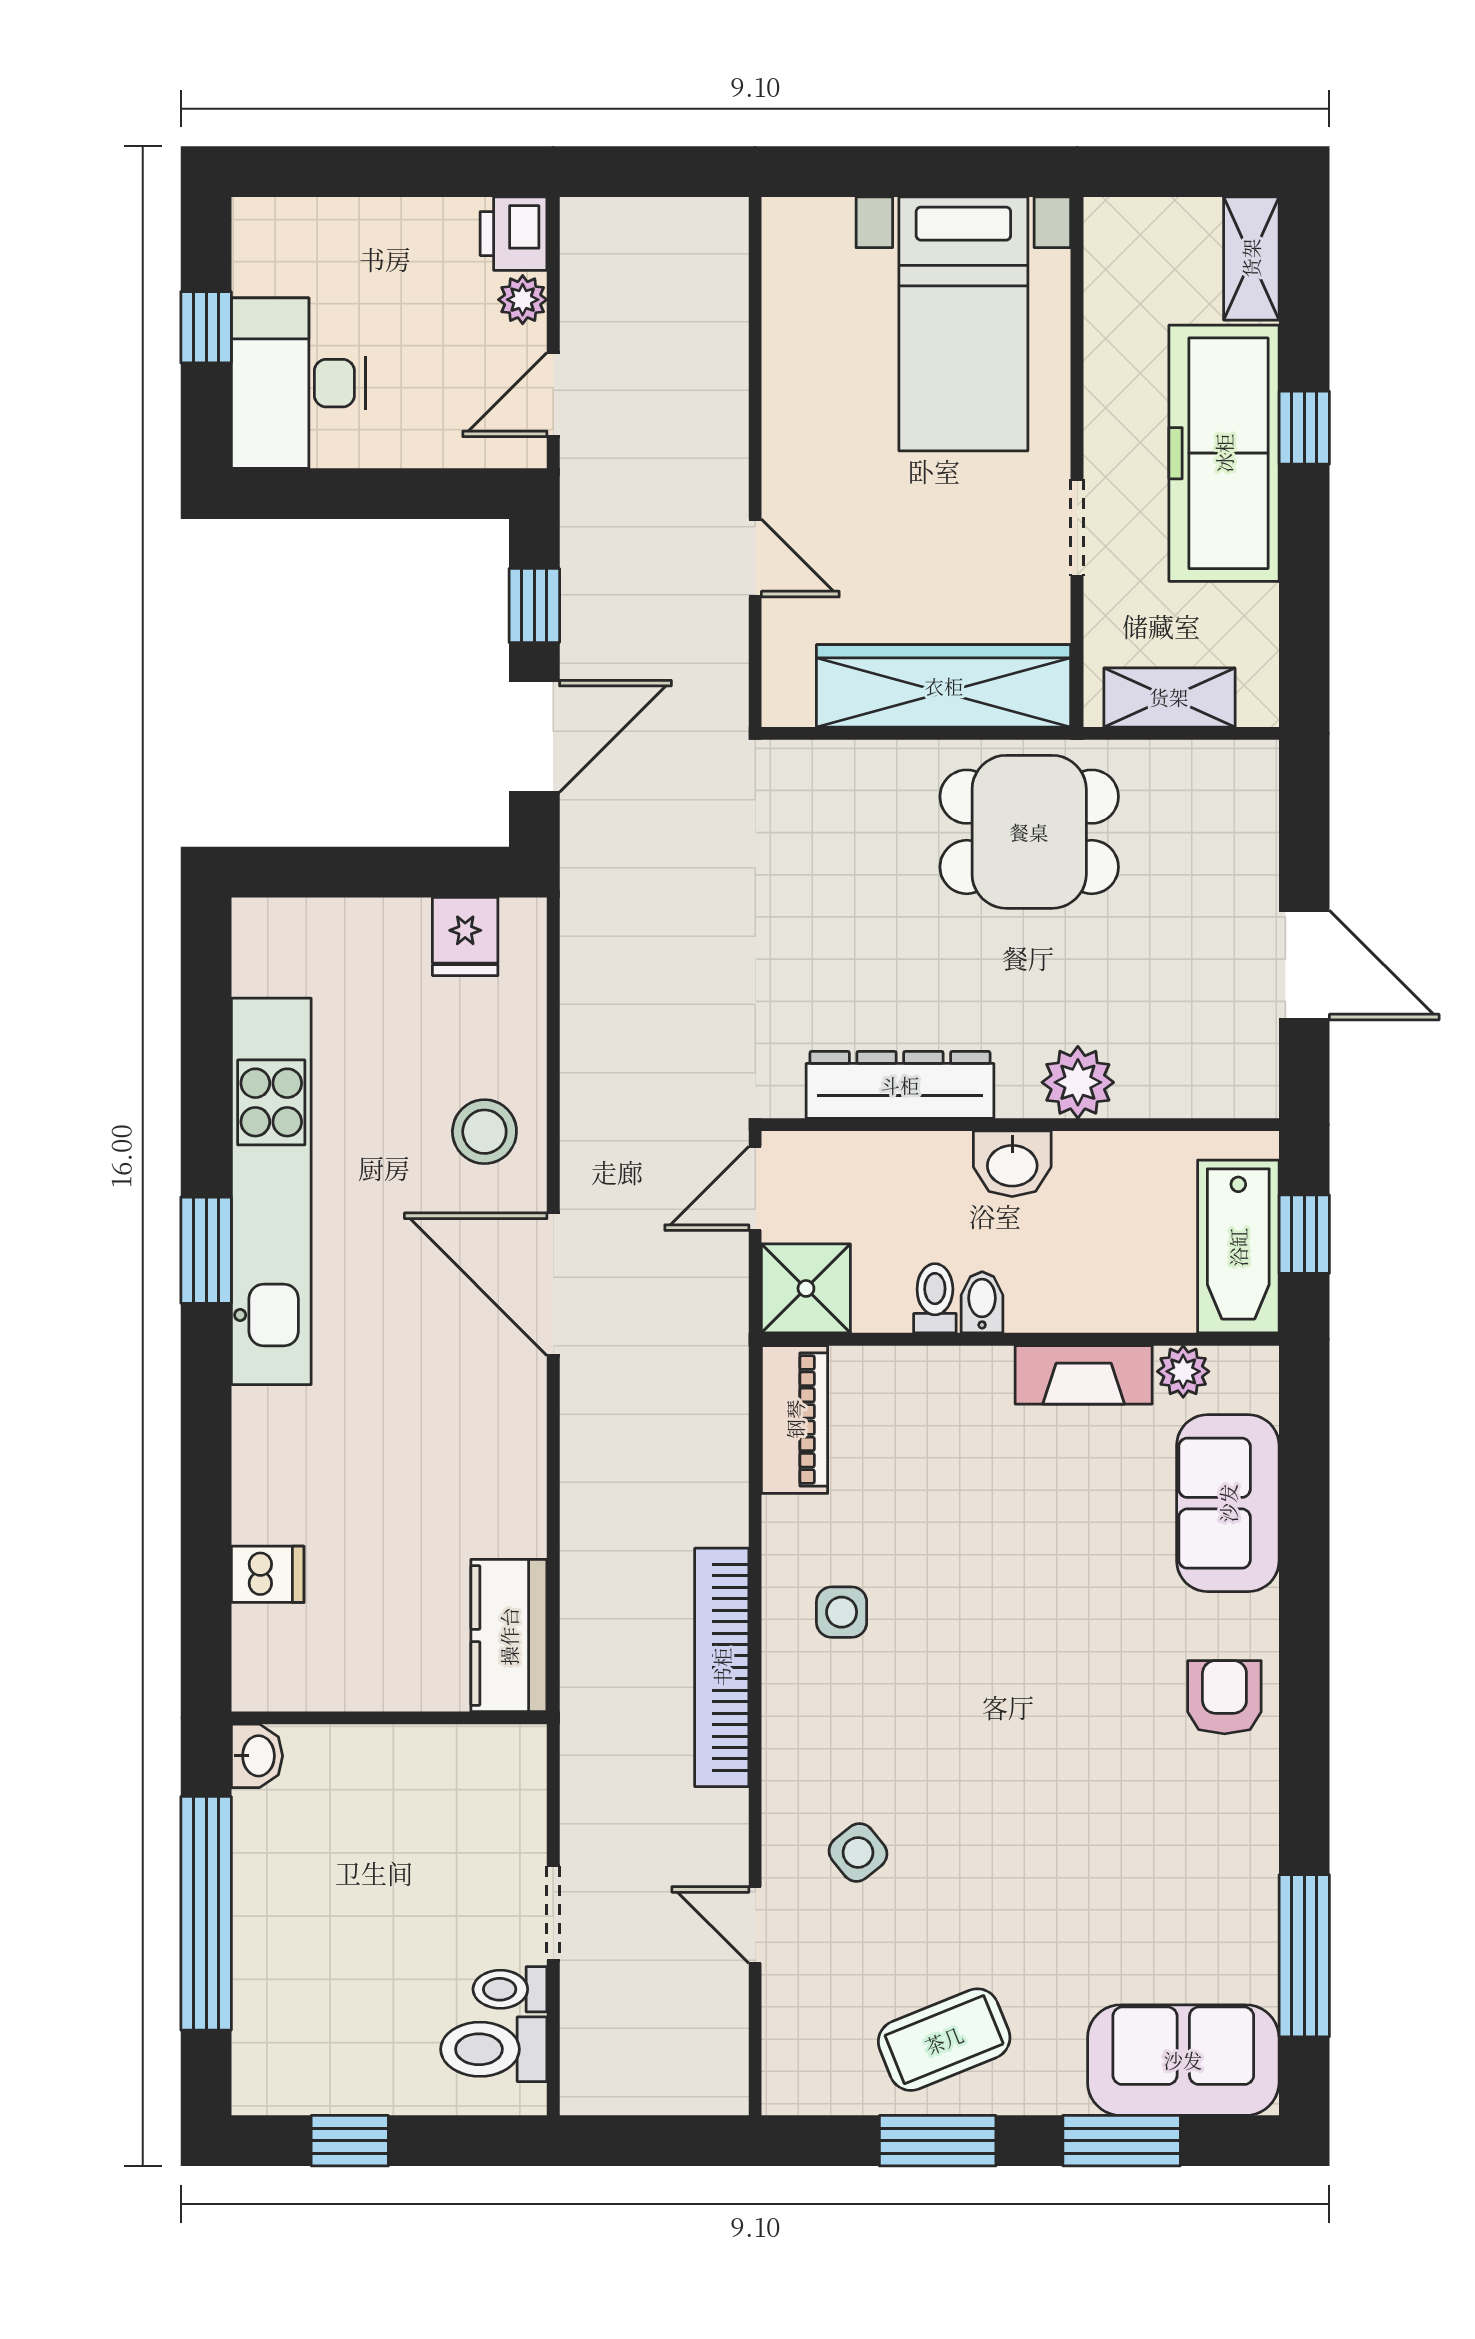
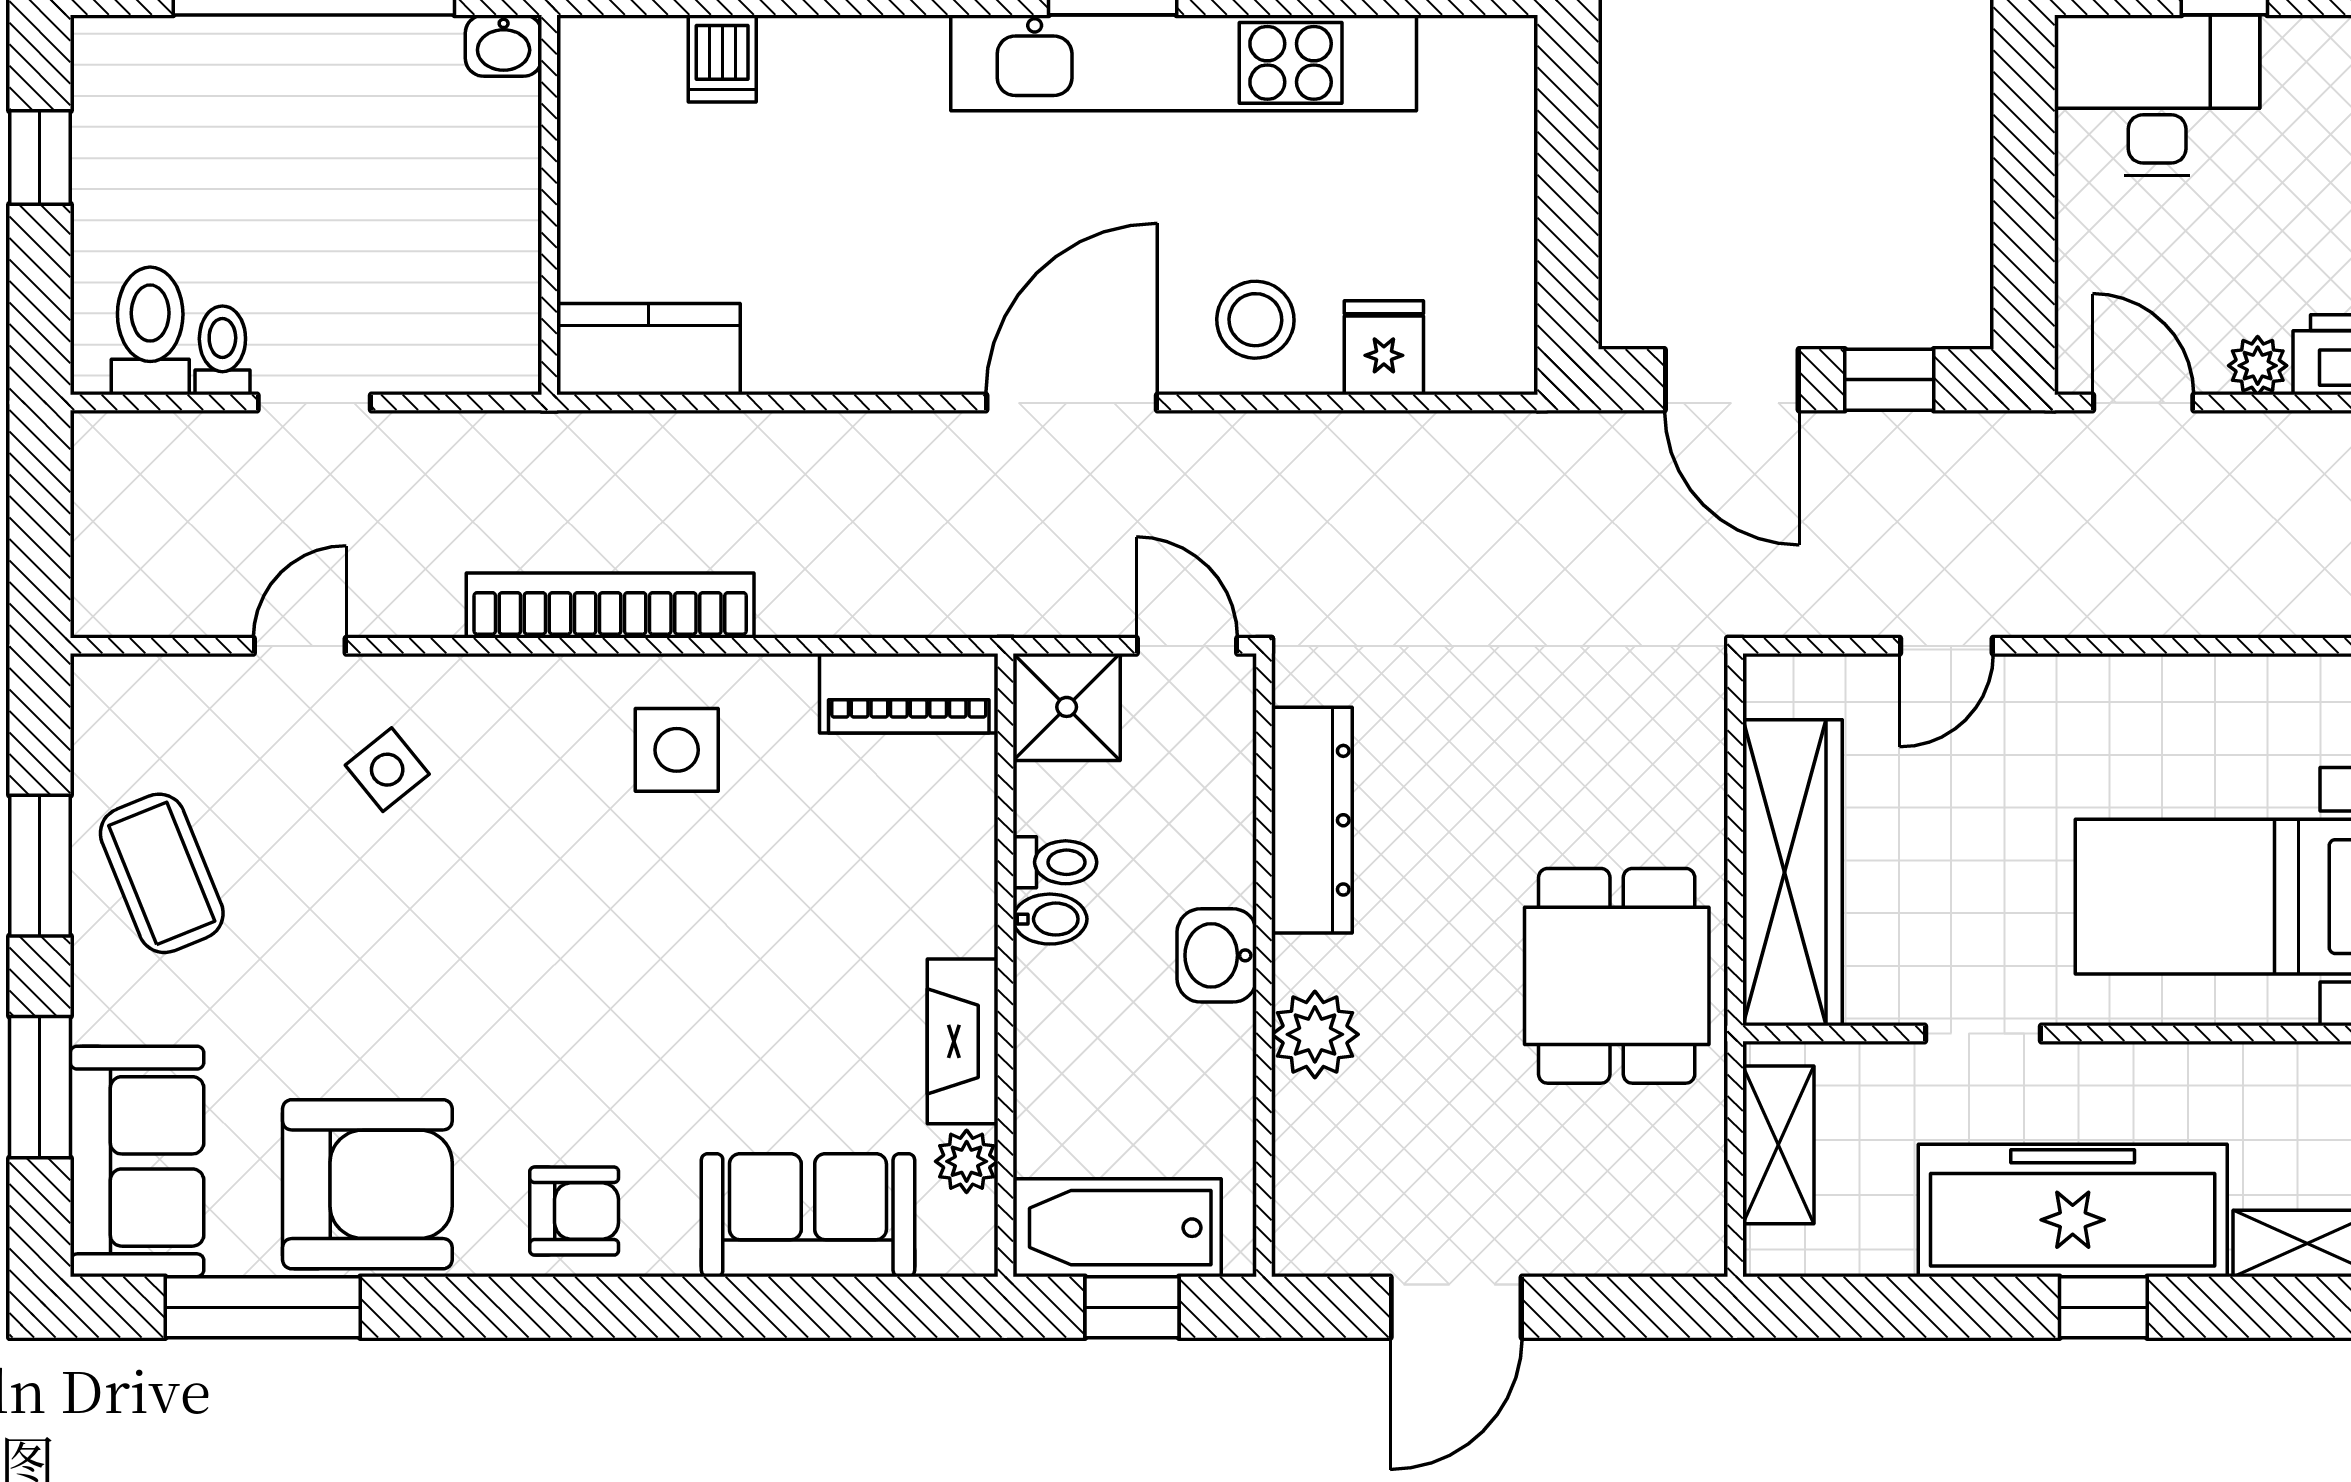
fridge: (465, 937) -> (1384, 348), moved, turned 90
side table: (842, 1612) -> (677, 750), width x1.37, depth x1.37
armchair: (1202, 1869) -> (367, 1184), added

